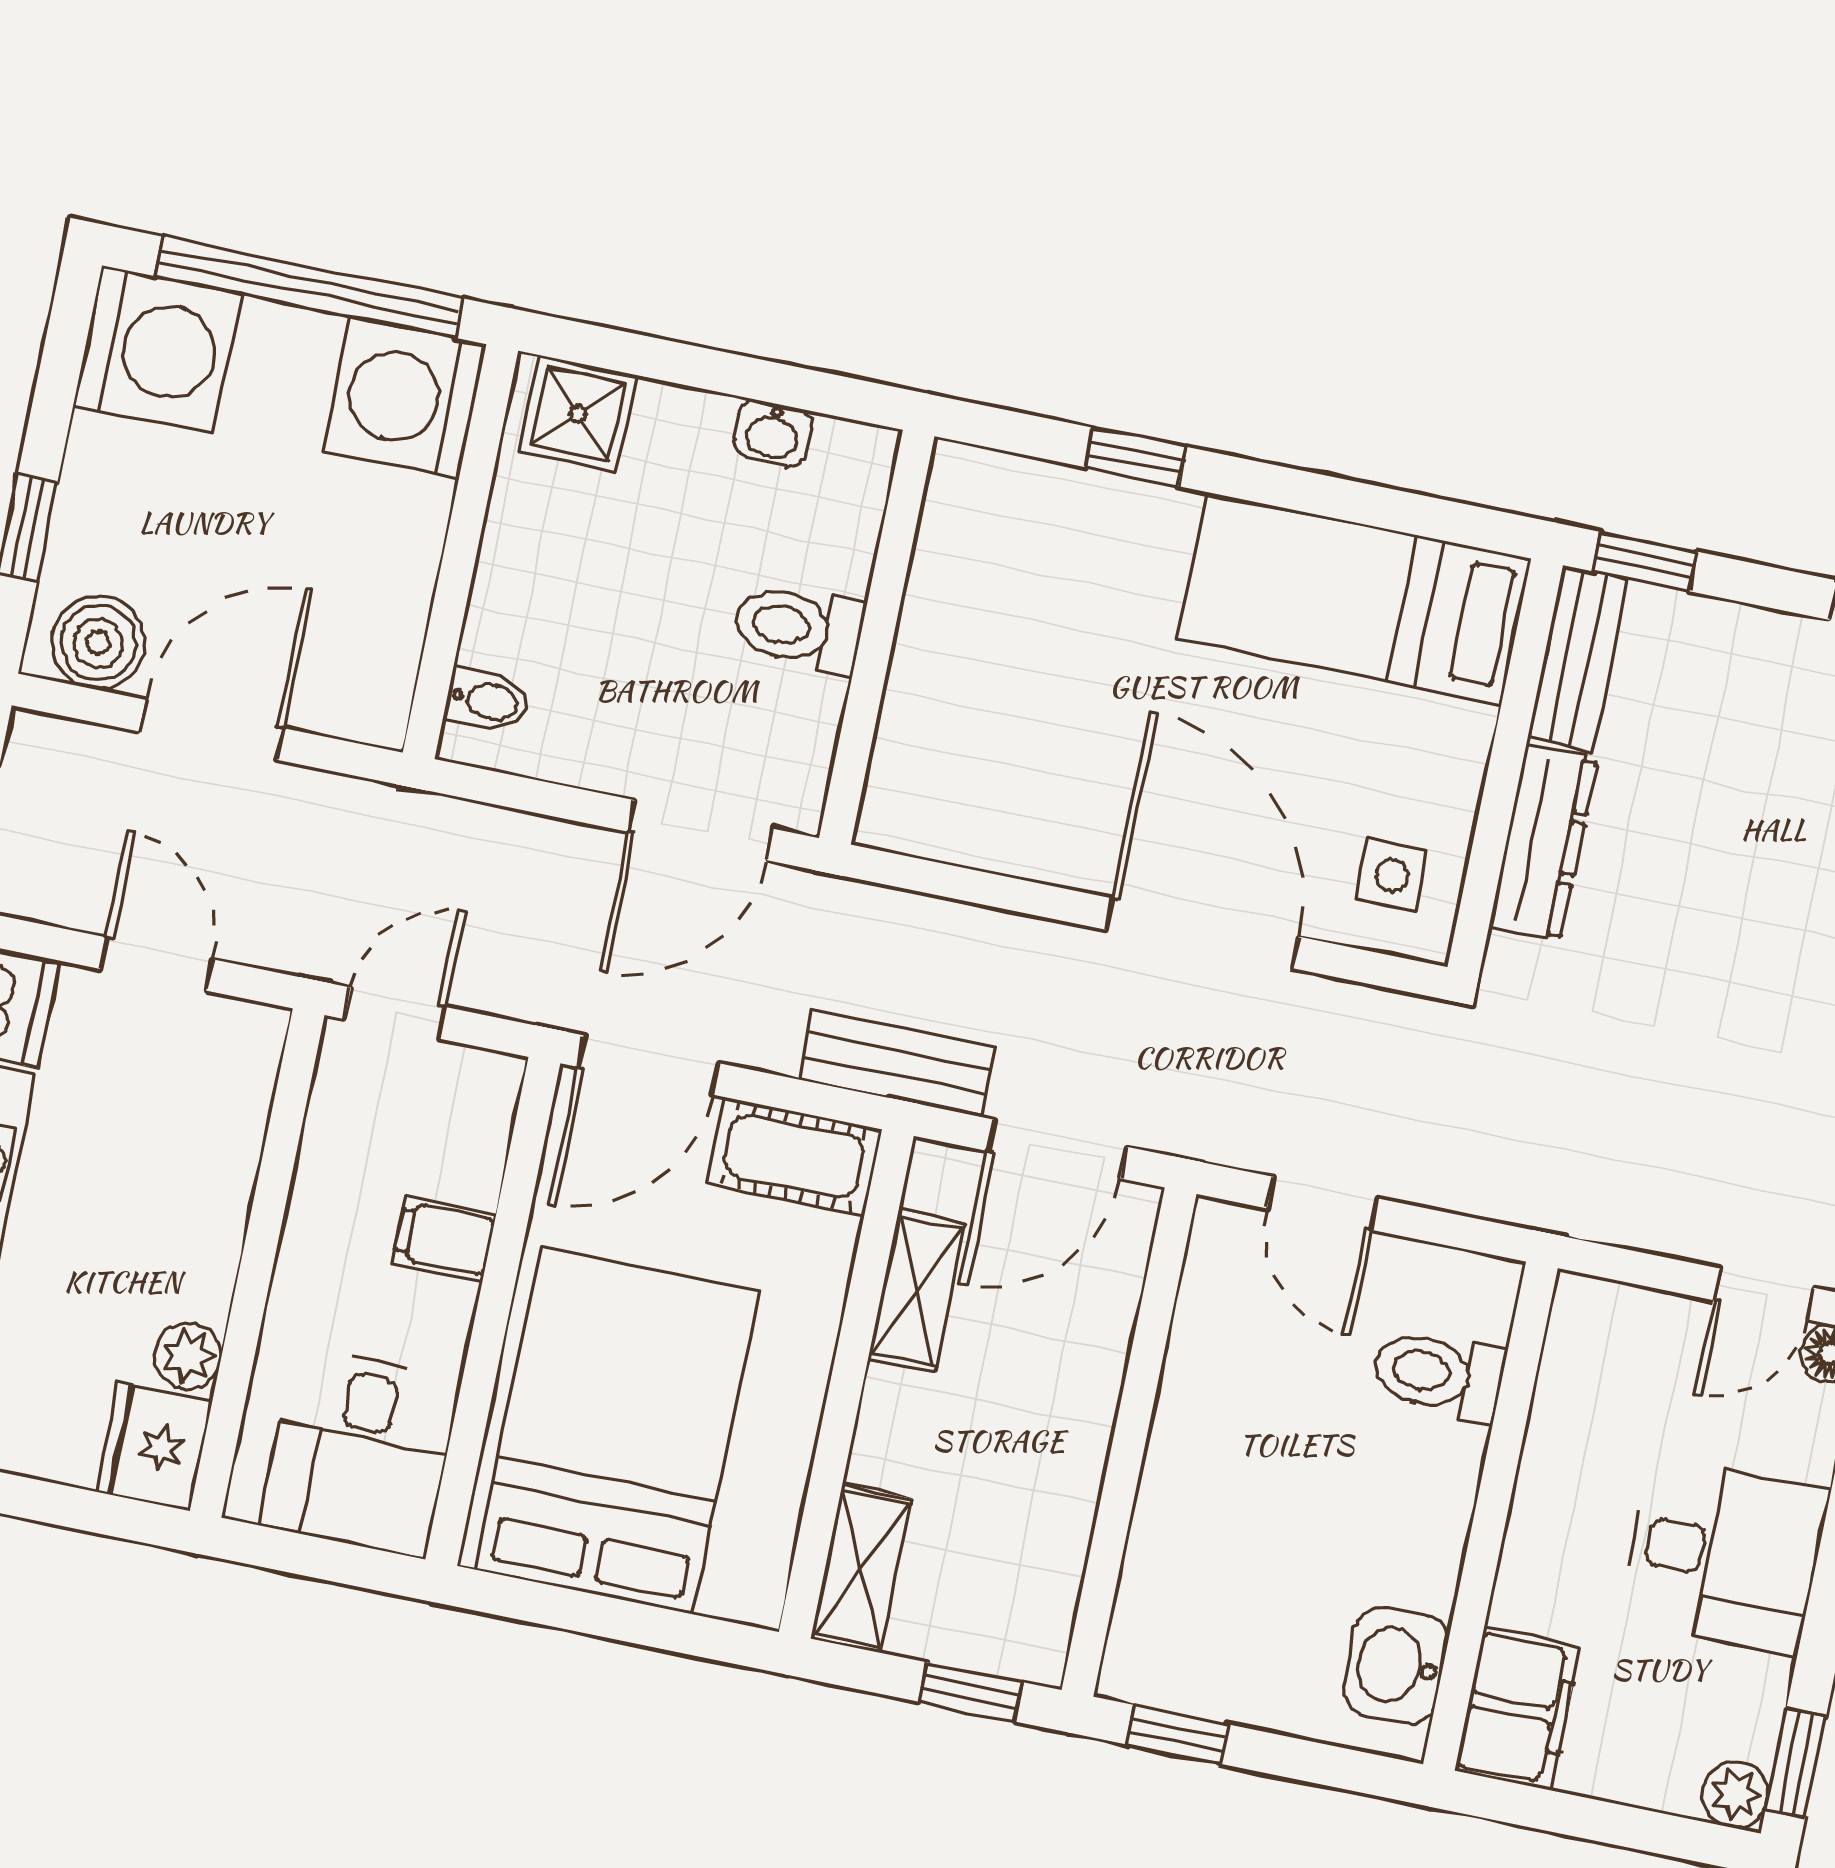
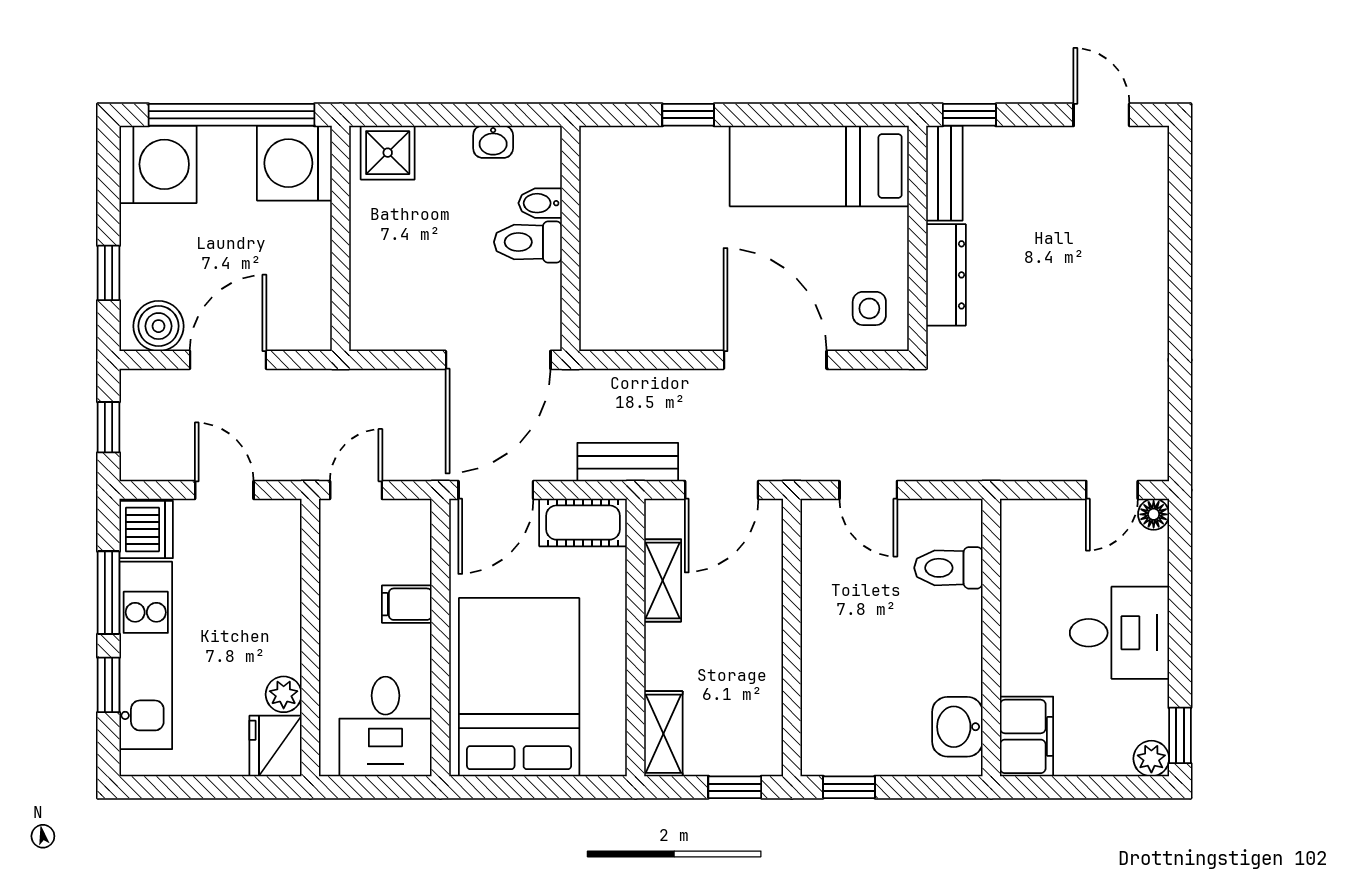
bidet: (487, 701) -> (540, 203), moved, turned 180
door: (701, 830) -> (498, 360), width x1.36

